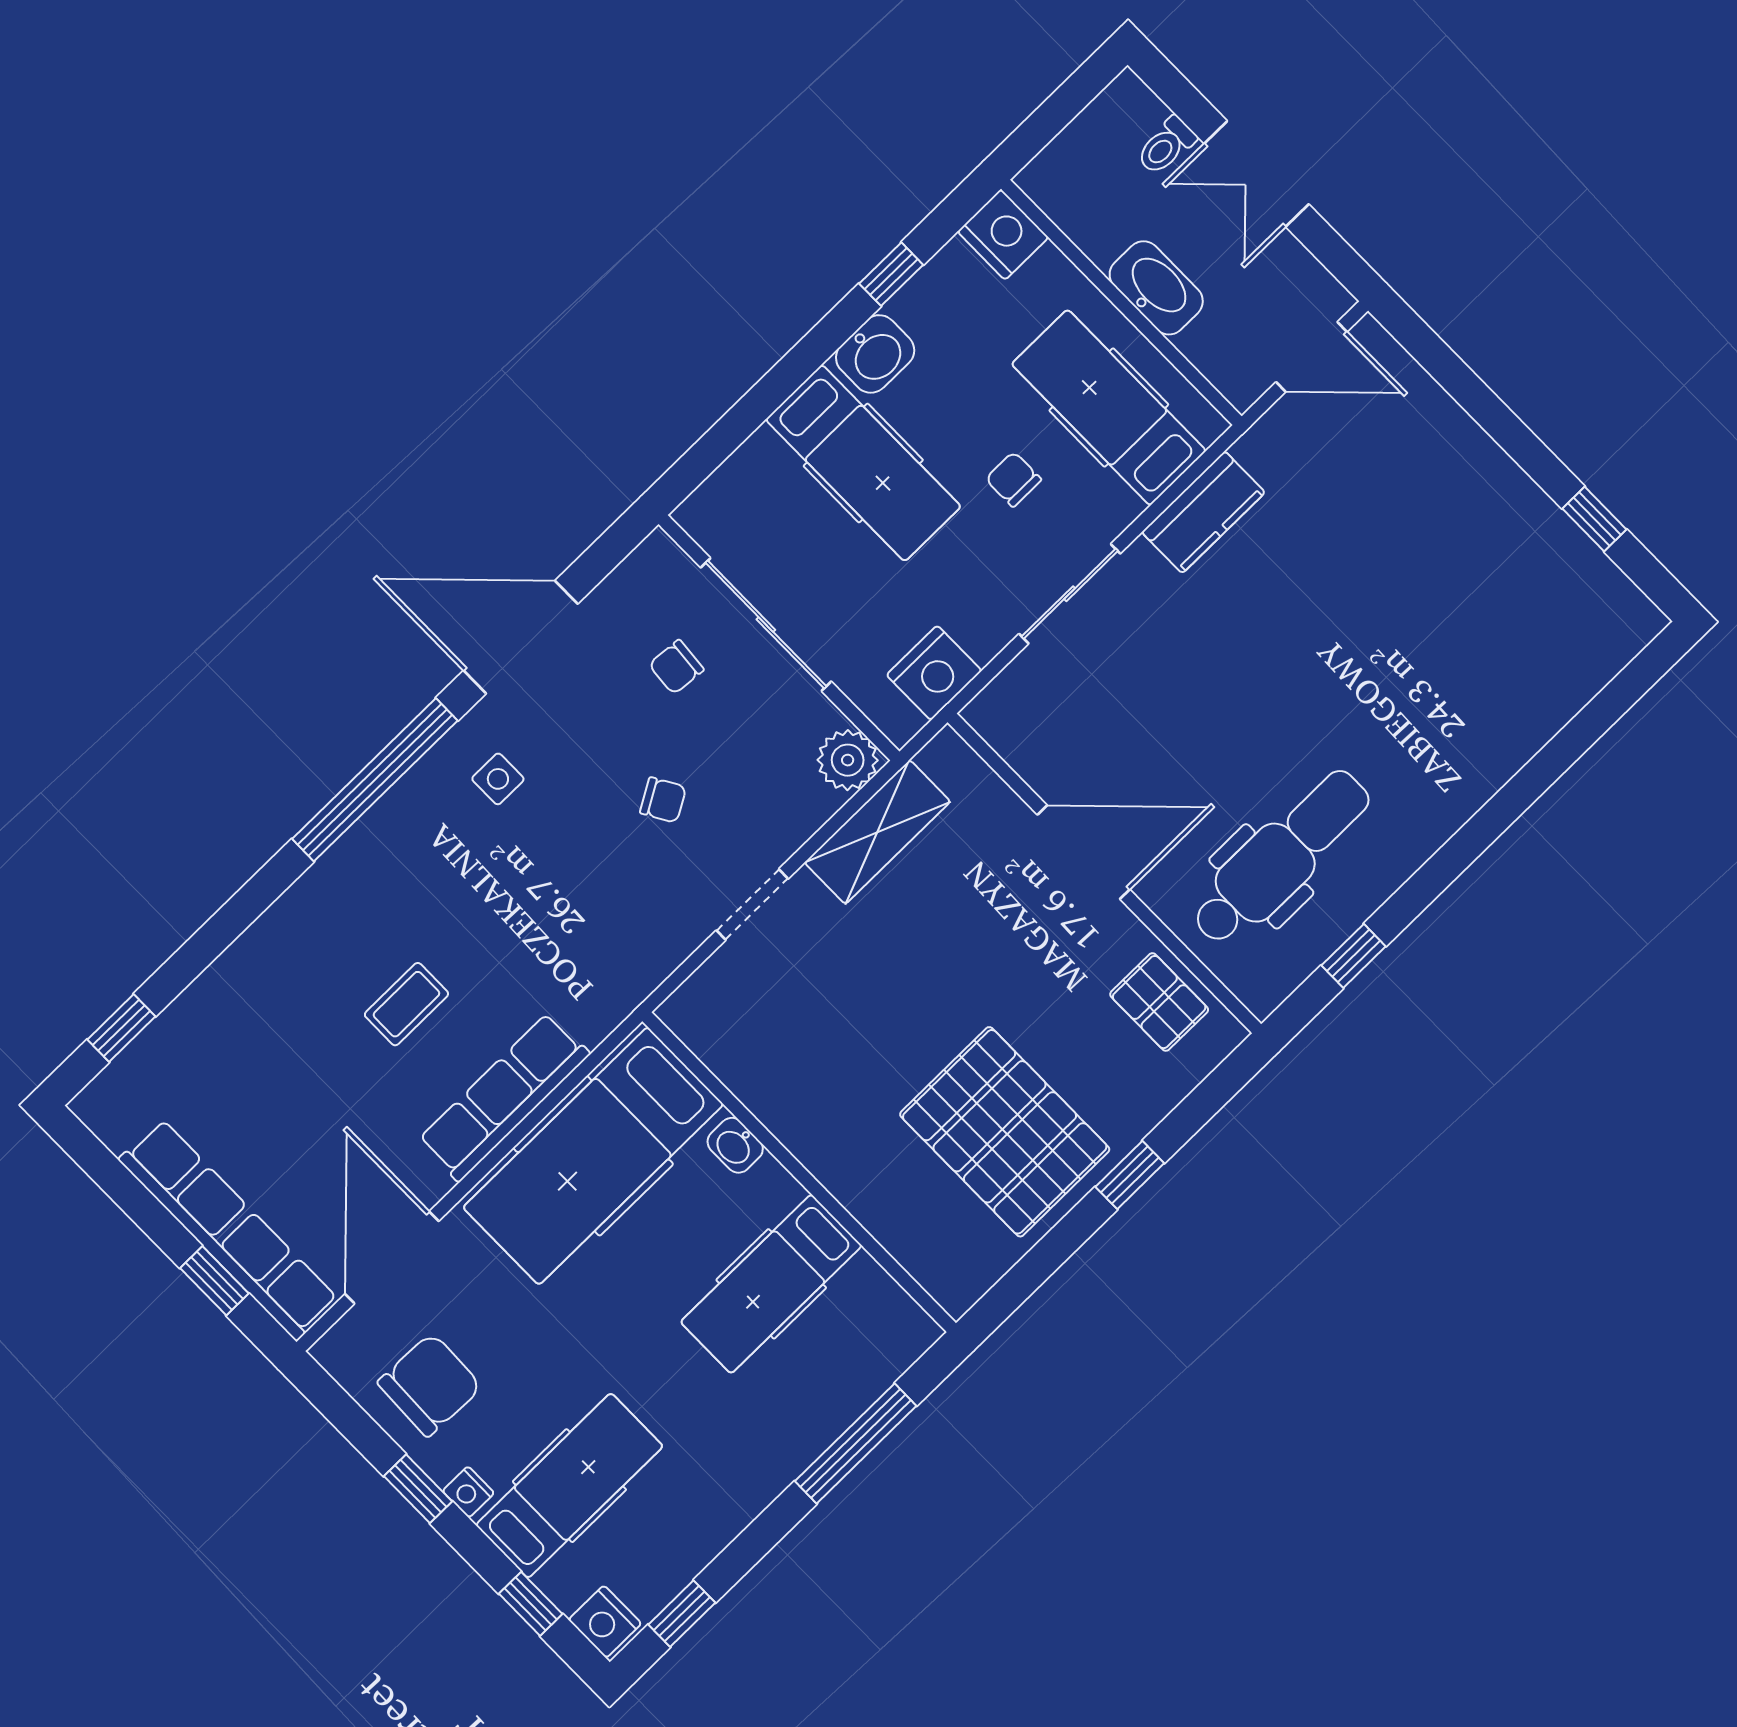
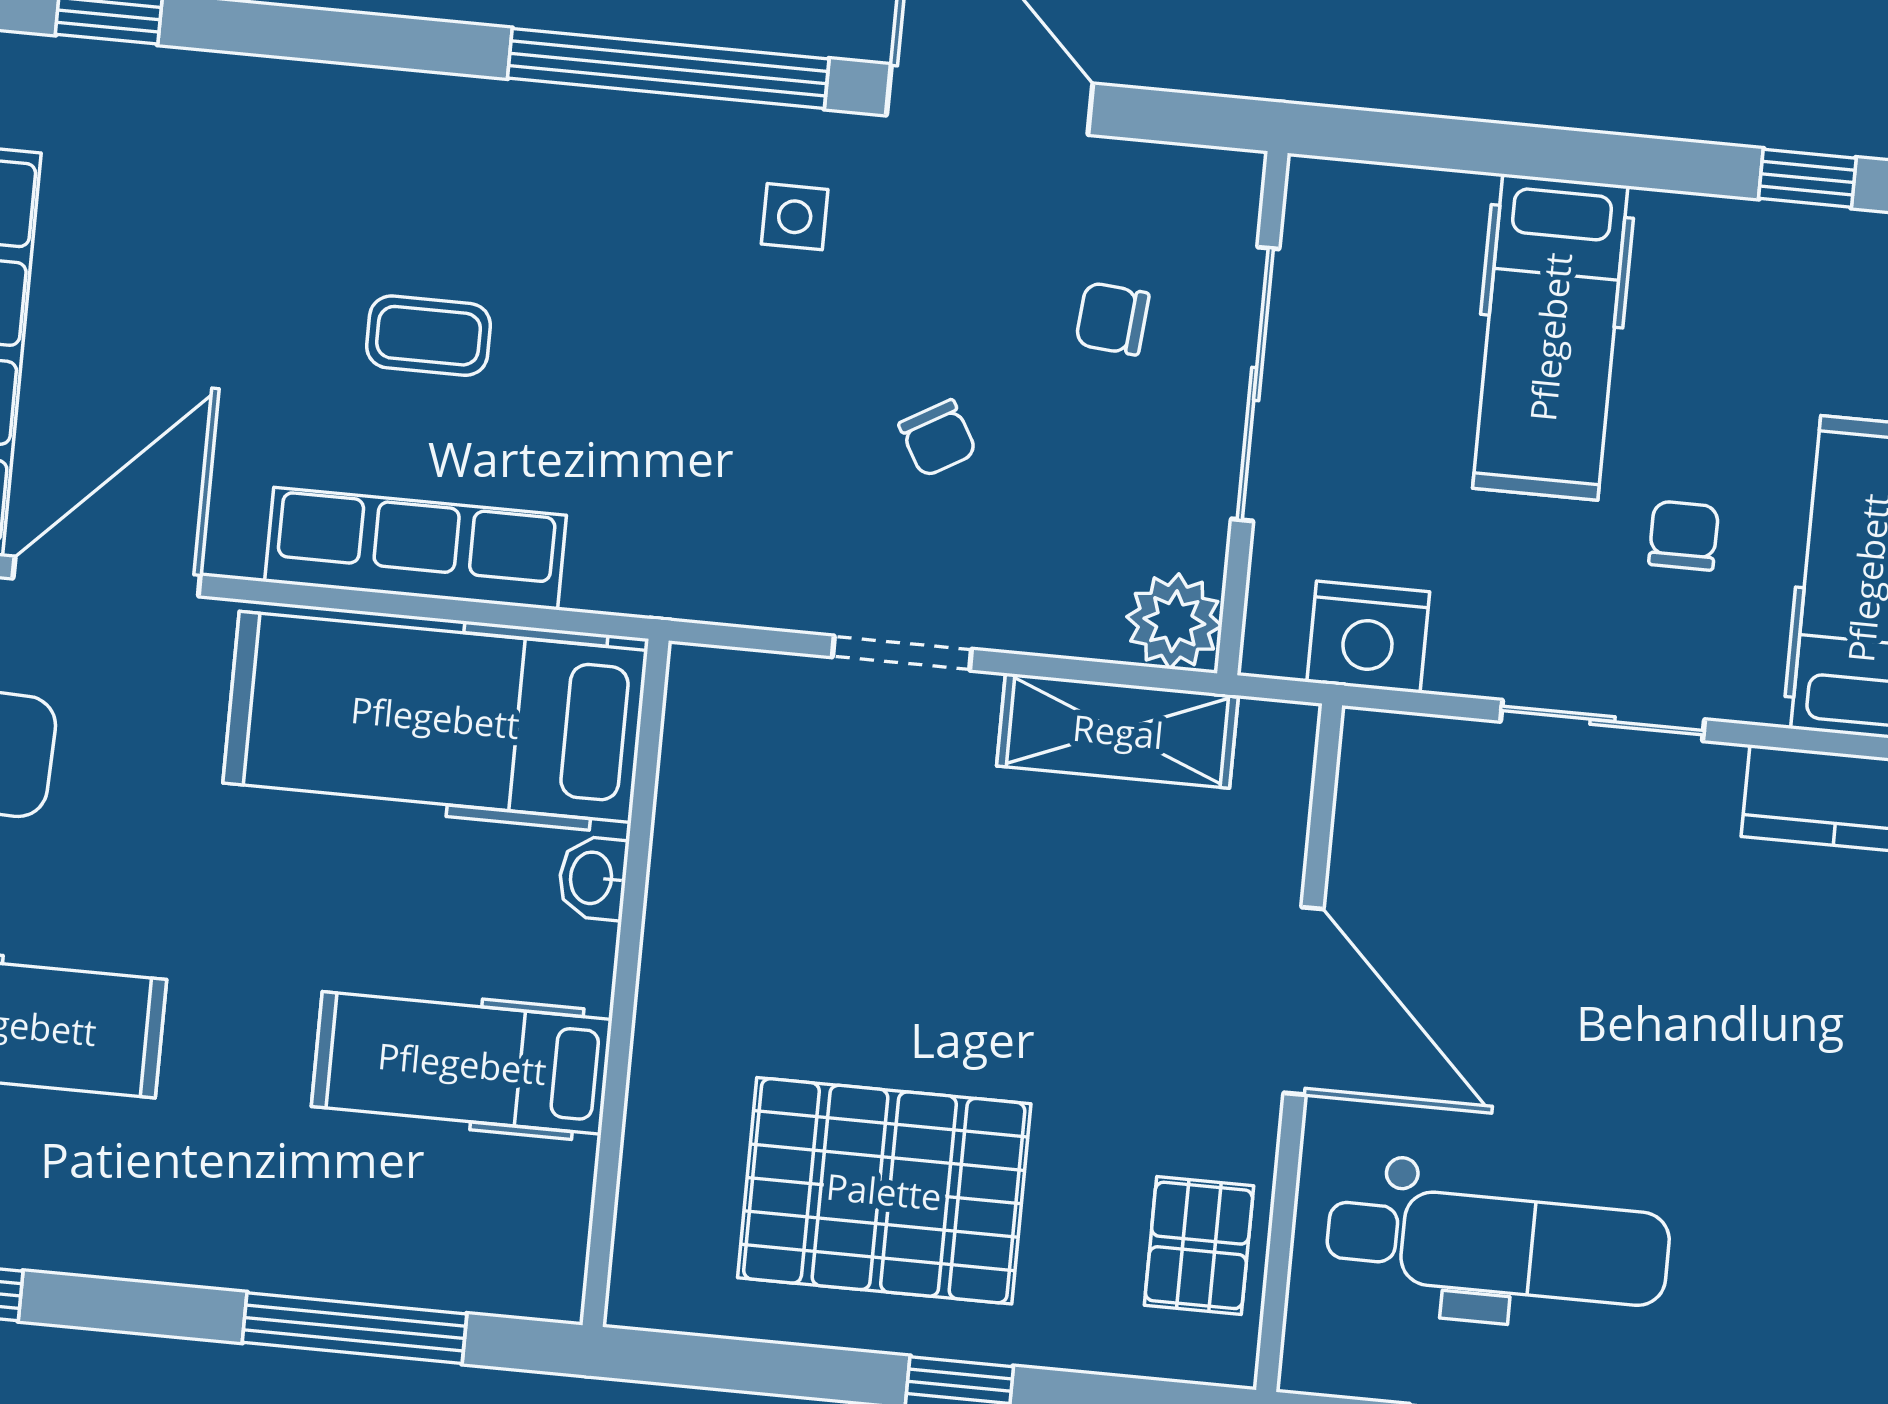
washbasin: (875, 354) -> (1694, 240), removed
pallet: (1005, 1132) -> (884, 1191), turned 90

